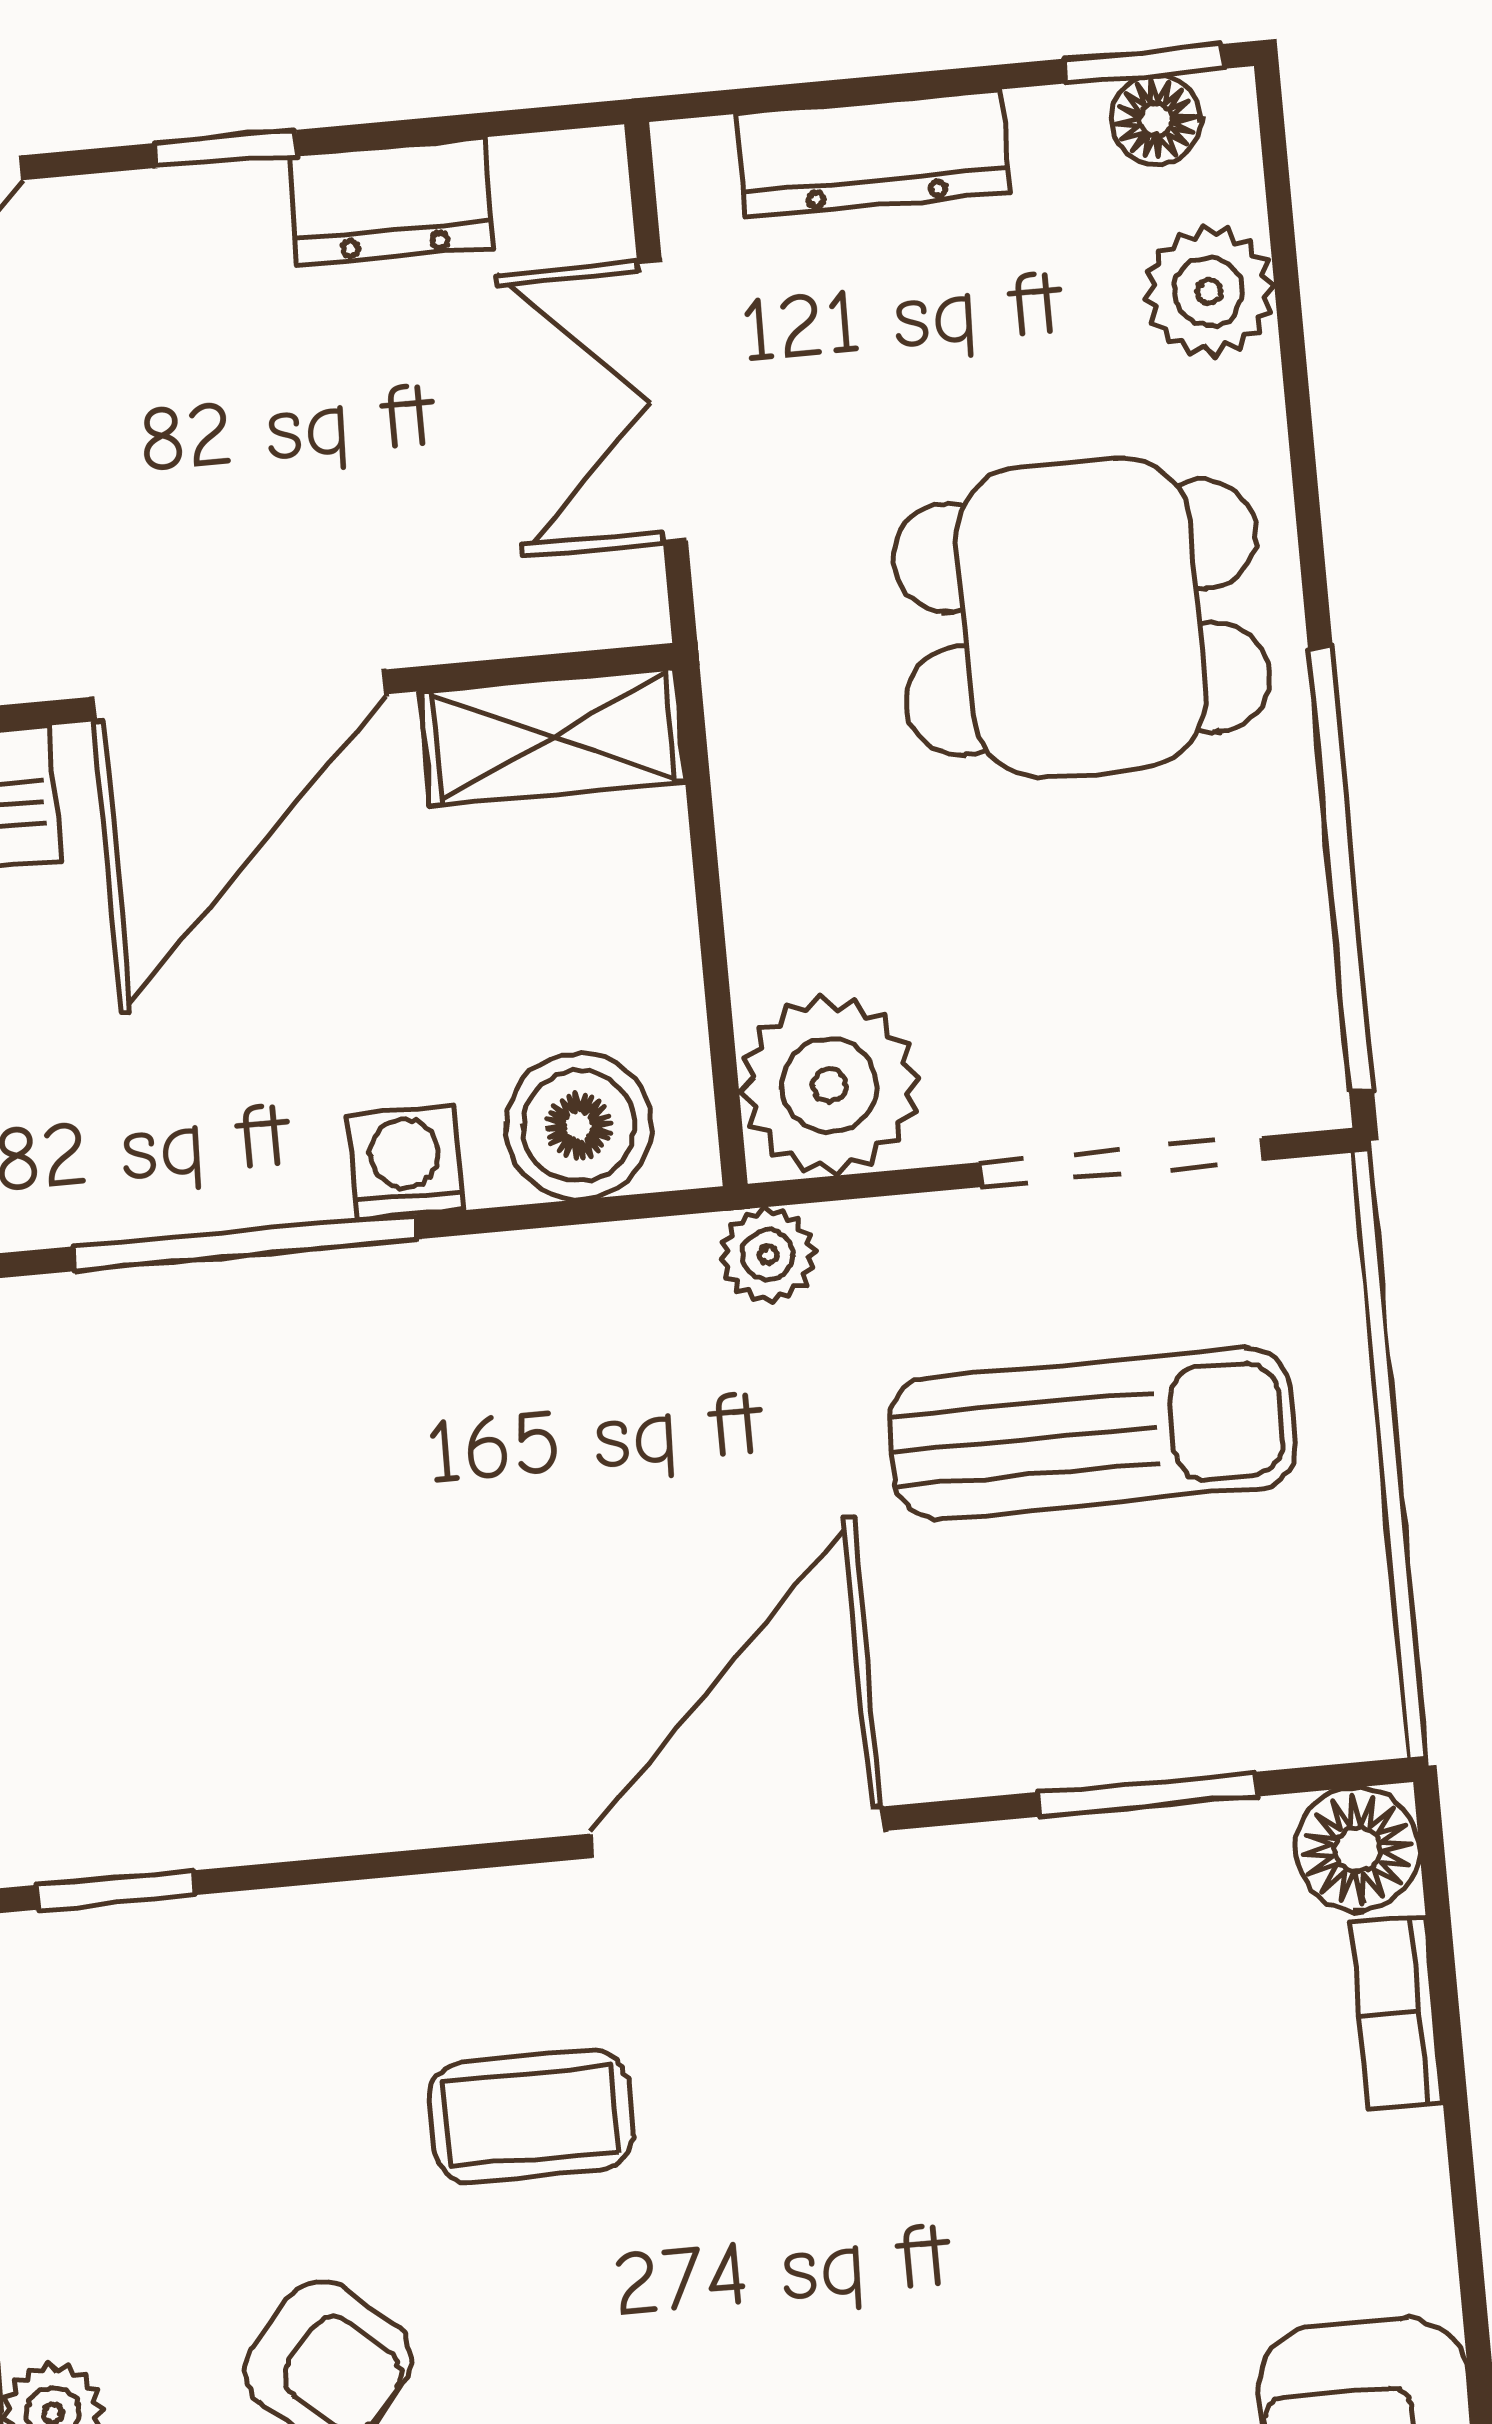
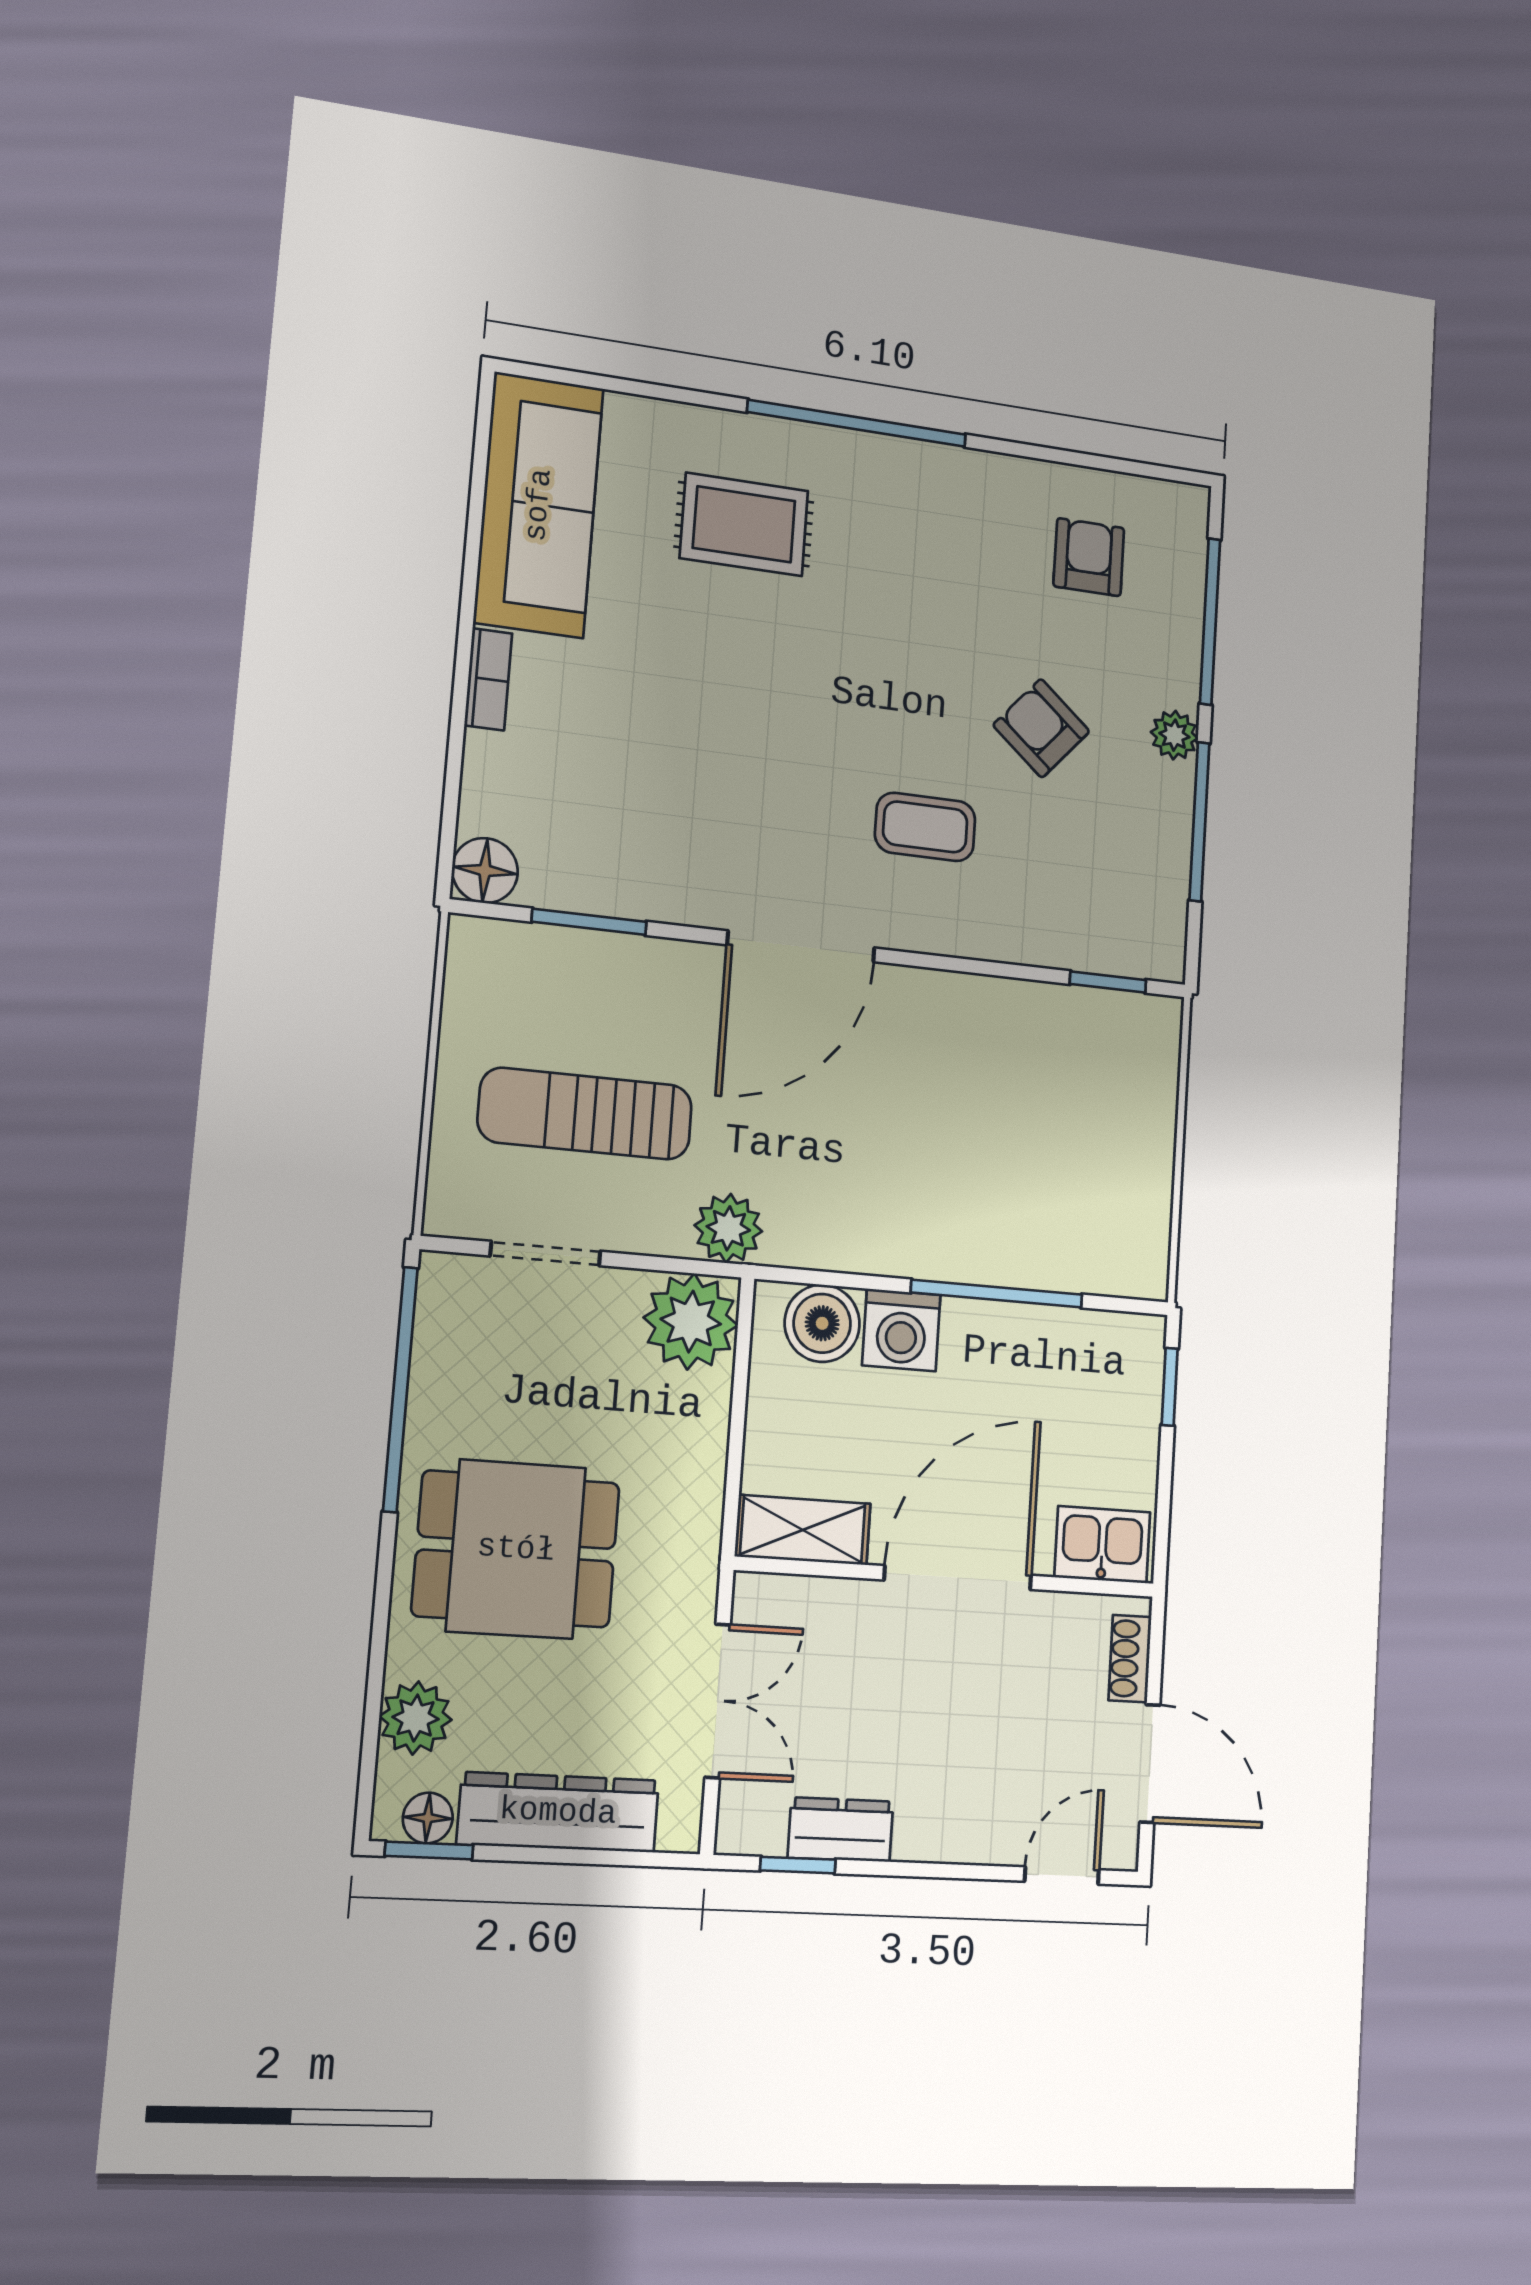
window: (226, 149) -> (798, 1865), moved
dresser: (873, 154) -> (558, 1812), width x1.37, depth x1.24
washing machine: (405, 1162) -> (901, 1330), width x1.38, depth x1.38
doorway: (1121, 1162) -> (545, 1254), width x0.73
plant: (768, 1255) -> (728, 1228), width x1.38, depth x1.38
bookcase: (1397, 2013) -> (488, 679), moved

